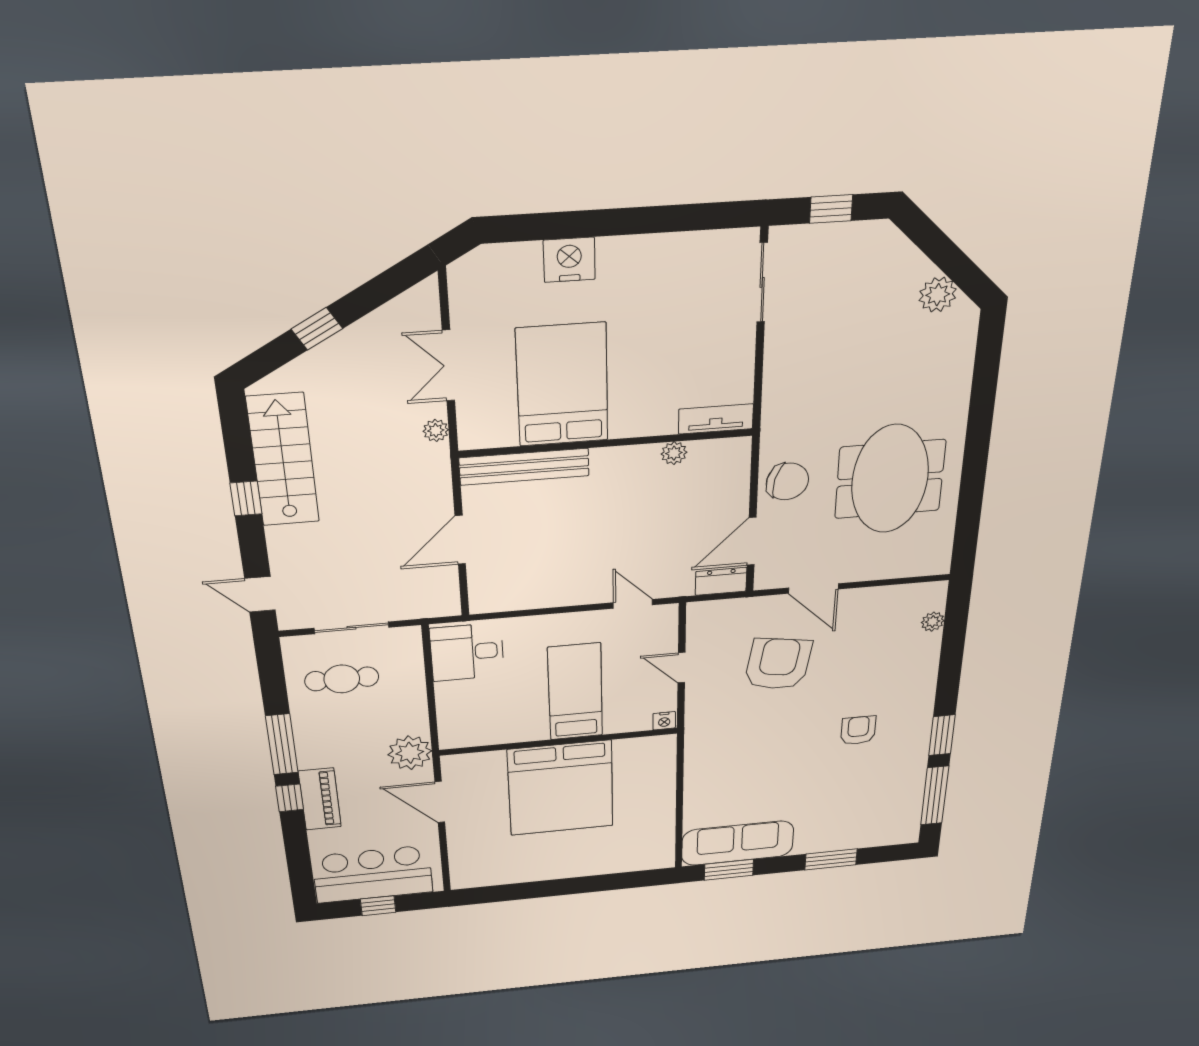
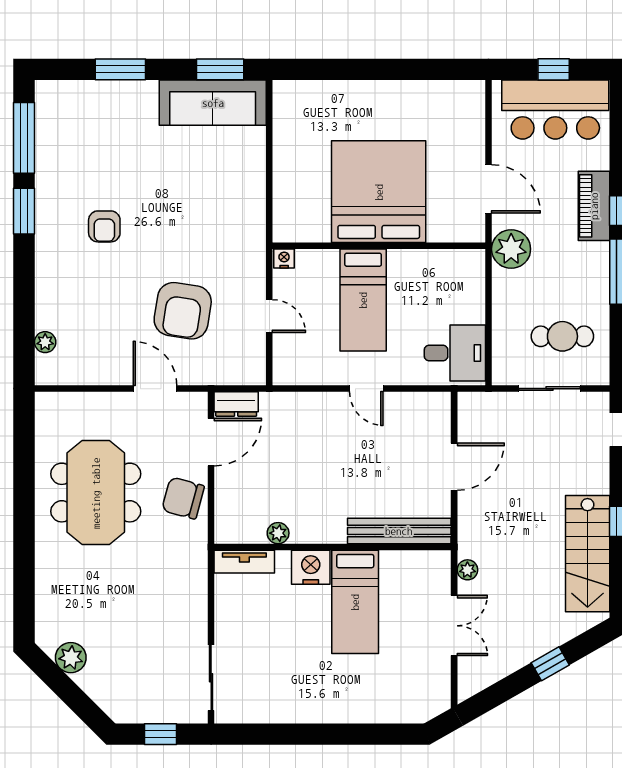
nightstand: (569, 260) -> (311, 567), moved, turned 180
bed: (562, 385) -> (355, 602), width x0.67
door: (633, 604) -> (366, 389), moved

